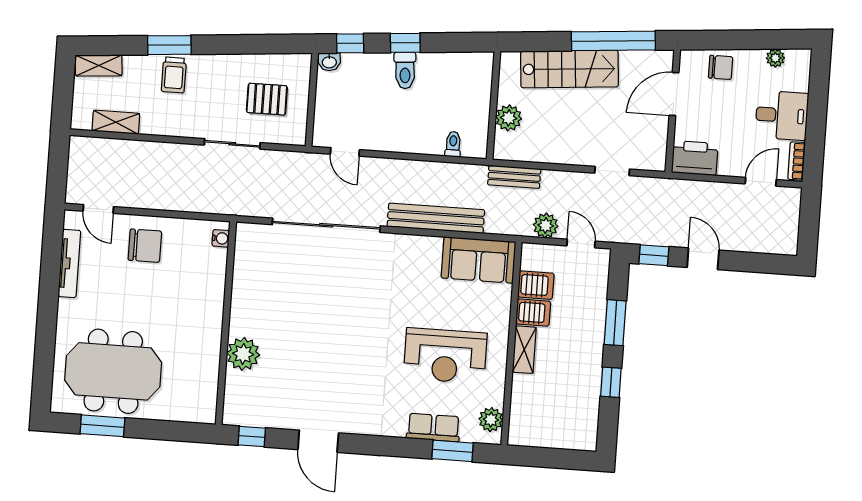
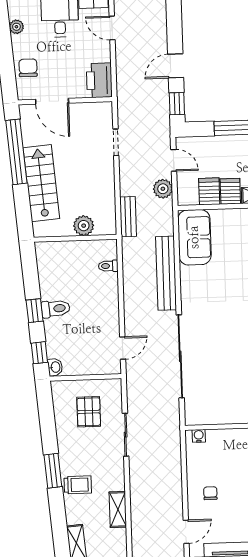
window: (169, 45) -> (53, 471), moved
shelving: (116, 122) -> (118, 510), moved
door: (581, 243) -> (174, 160), swing flipped
chair: (145, 246) -> (210, 493), width x0.54, depth x0.54

